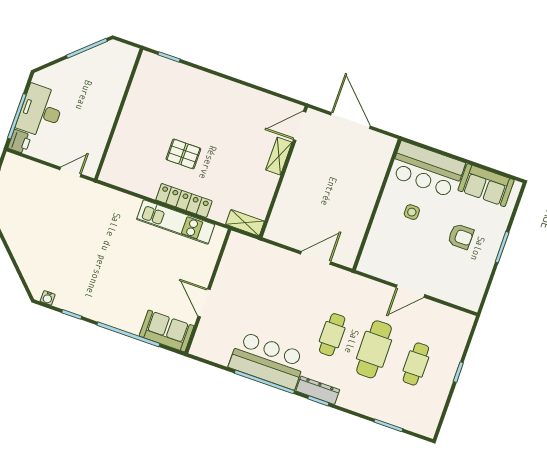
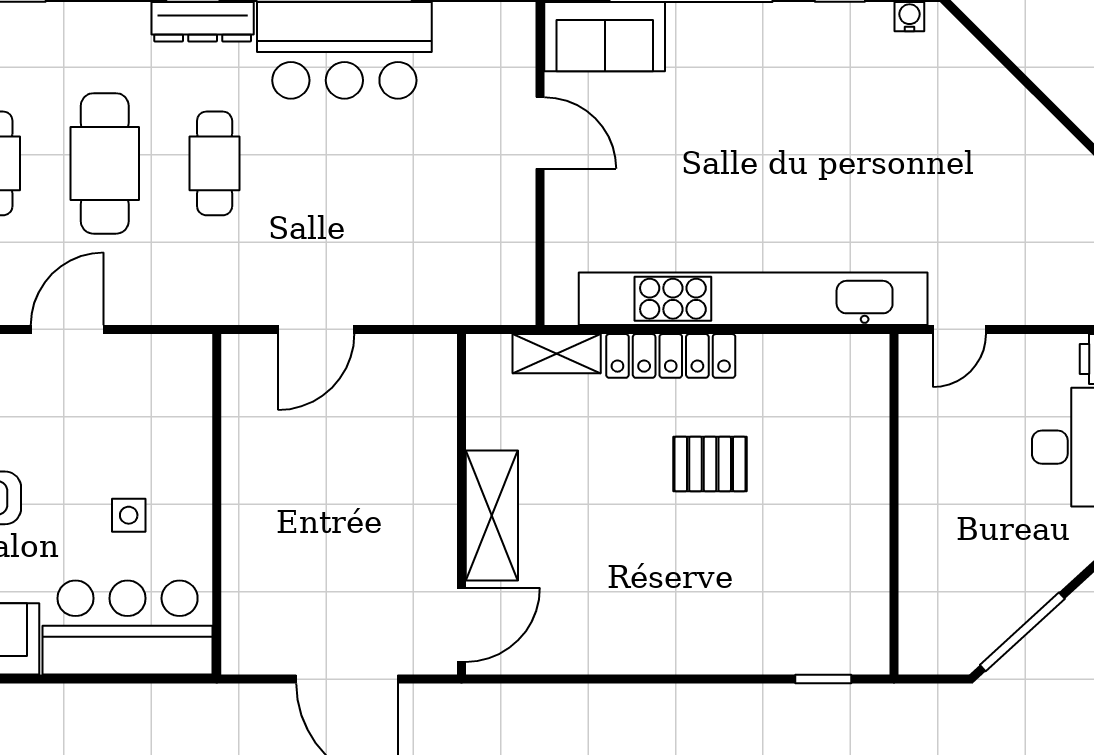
shelving: (279, 156) -> (492, 515), width x1.50, depth x1.33
kitchen unit: (176, 222) -> (753, 299), width x1.86
shelving: (245, 223) -> (557, 354), moved

